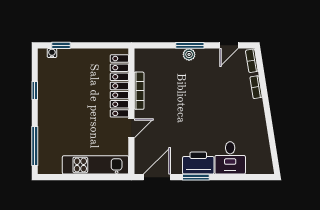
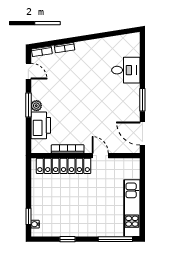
printer: (198, 163) -> (41, 125), moved, turned 180
kitchen unit: (95, 165) -> (132, 208), moved

